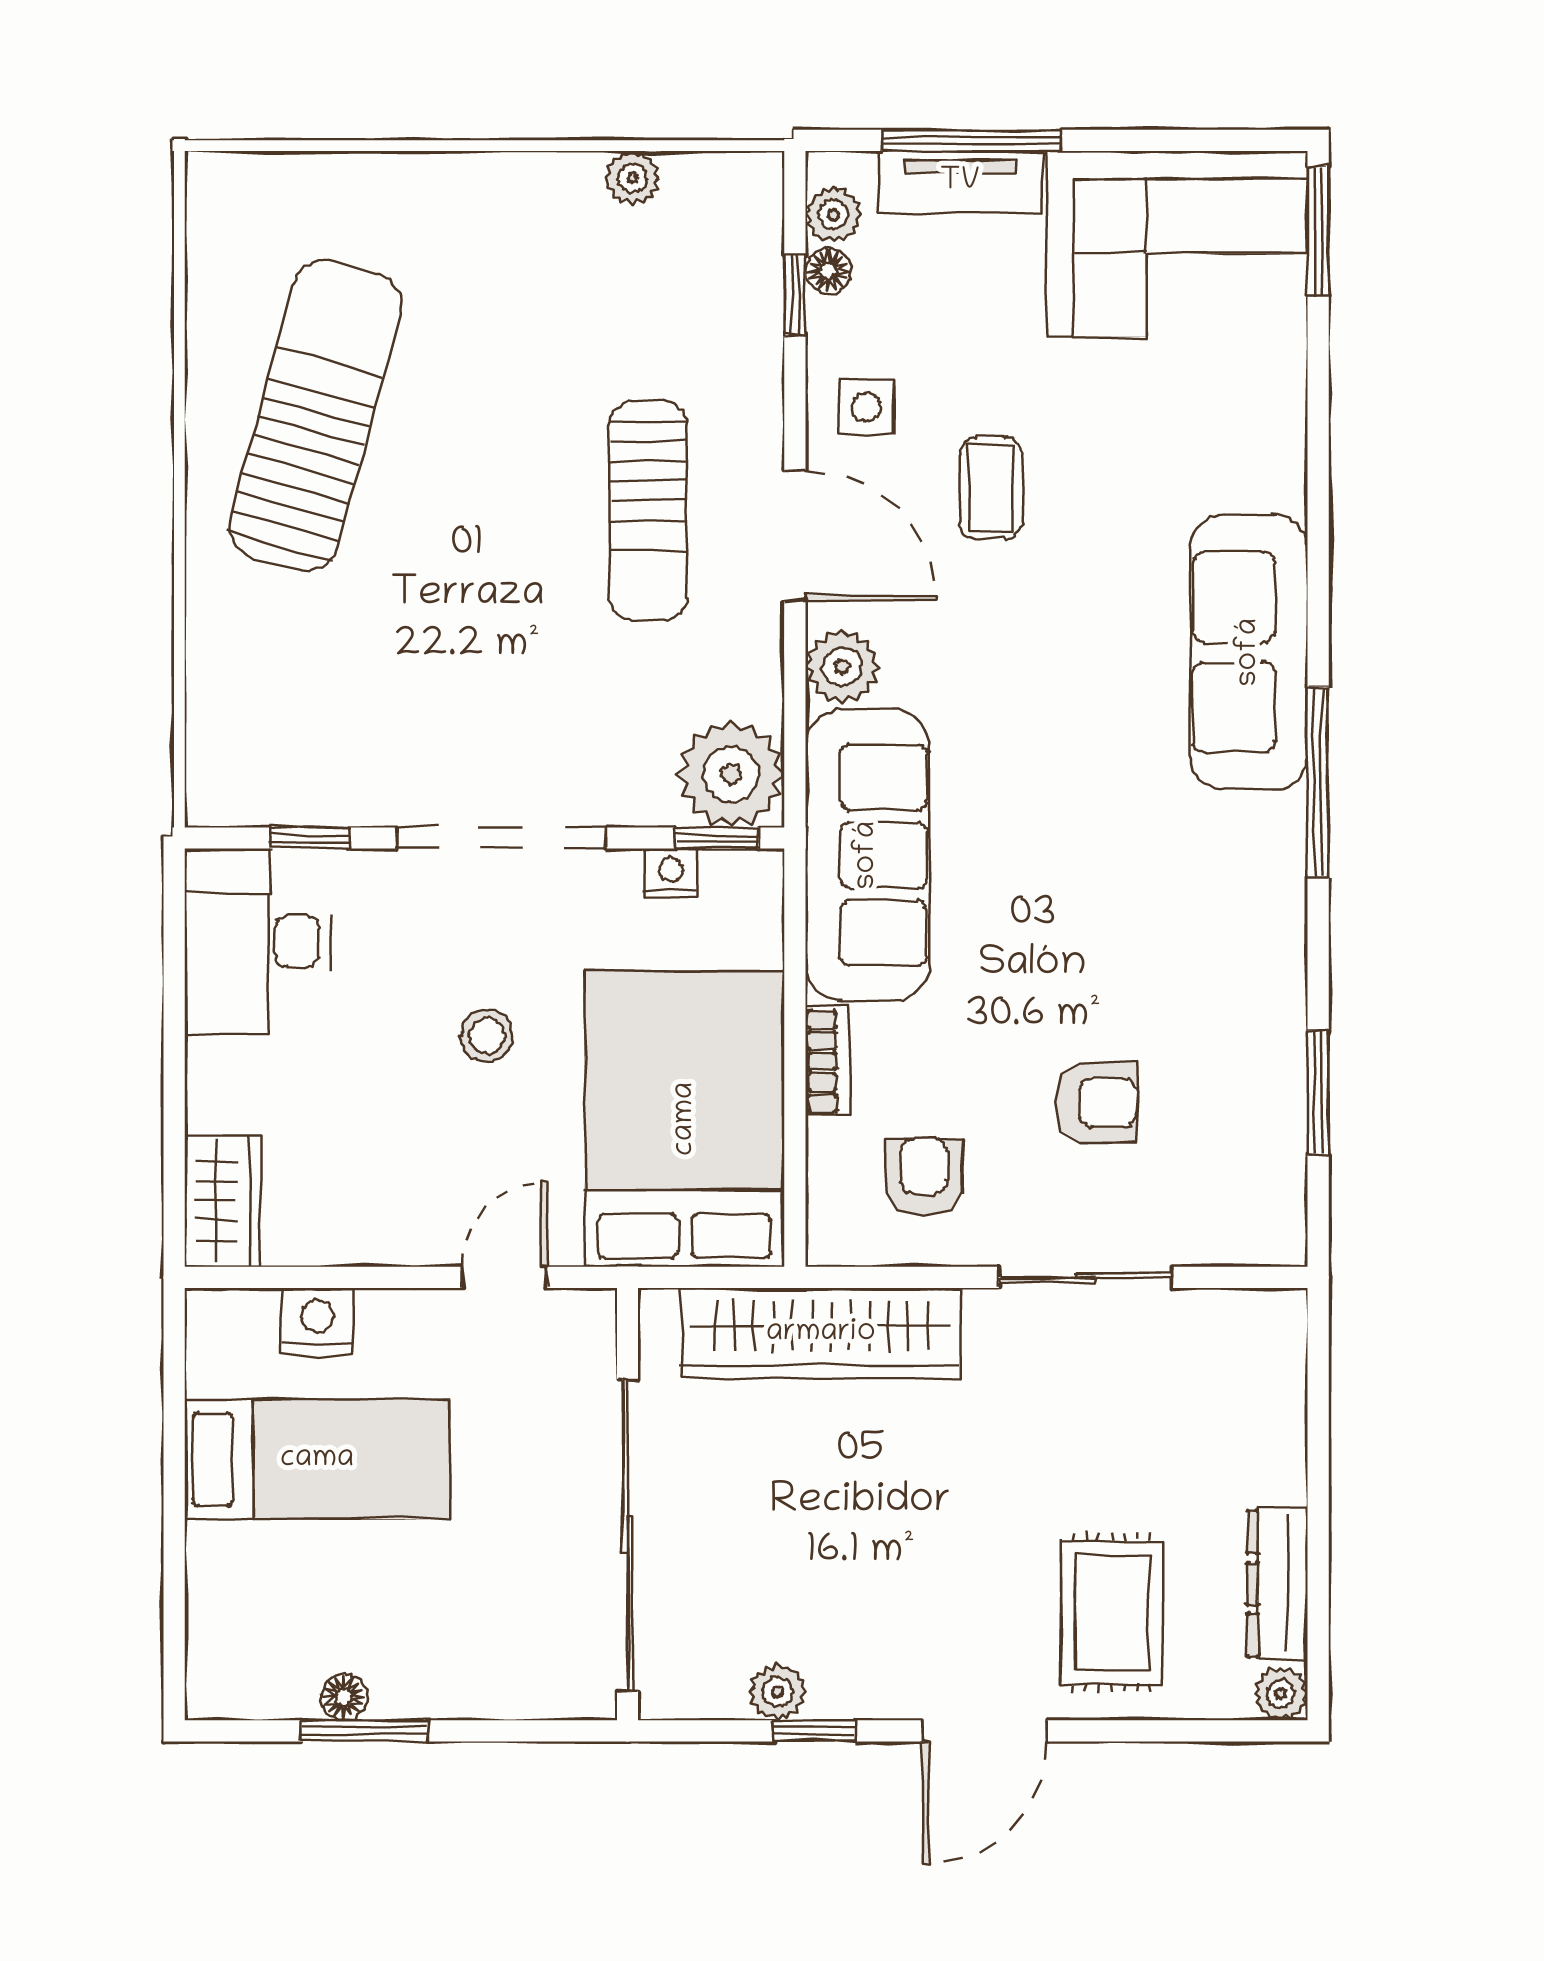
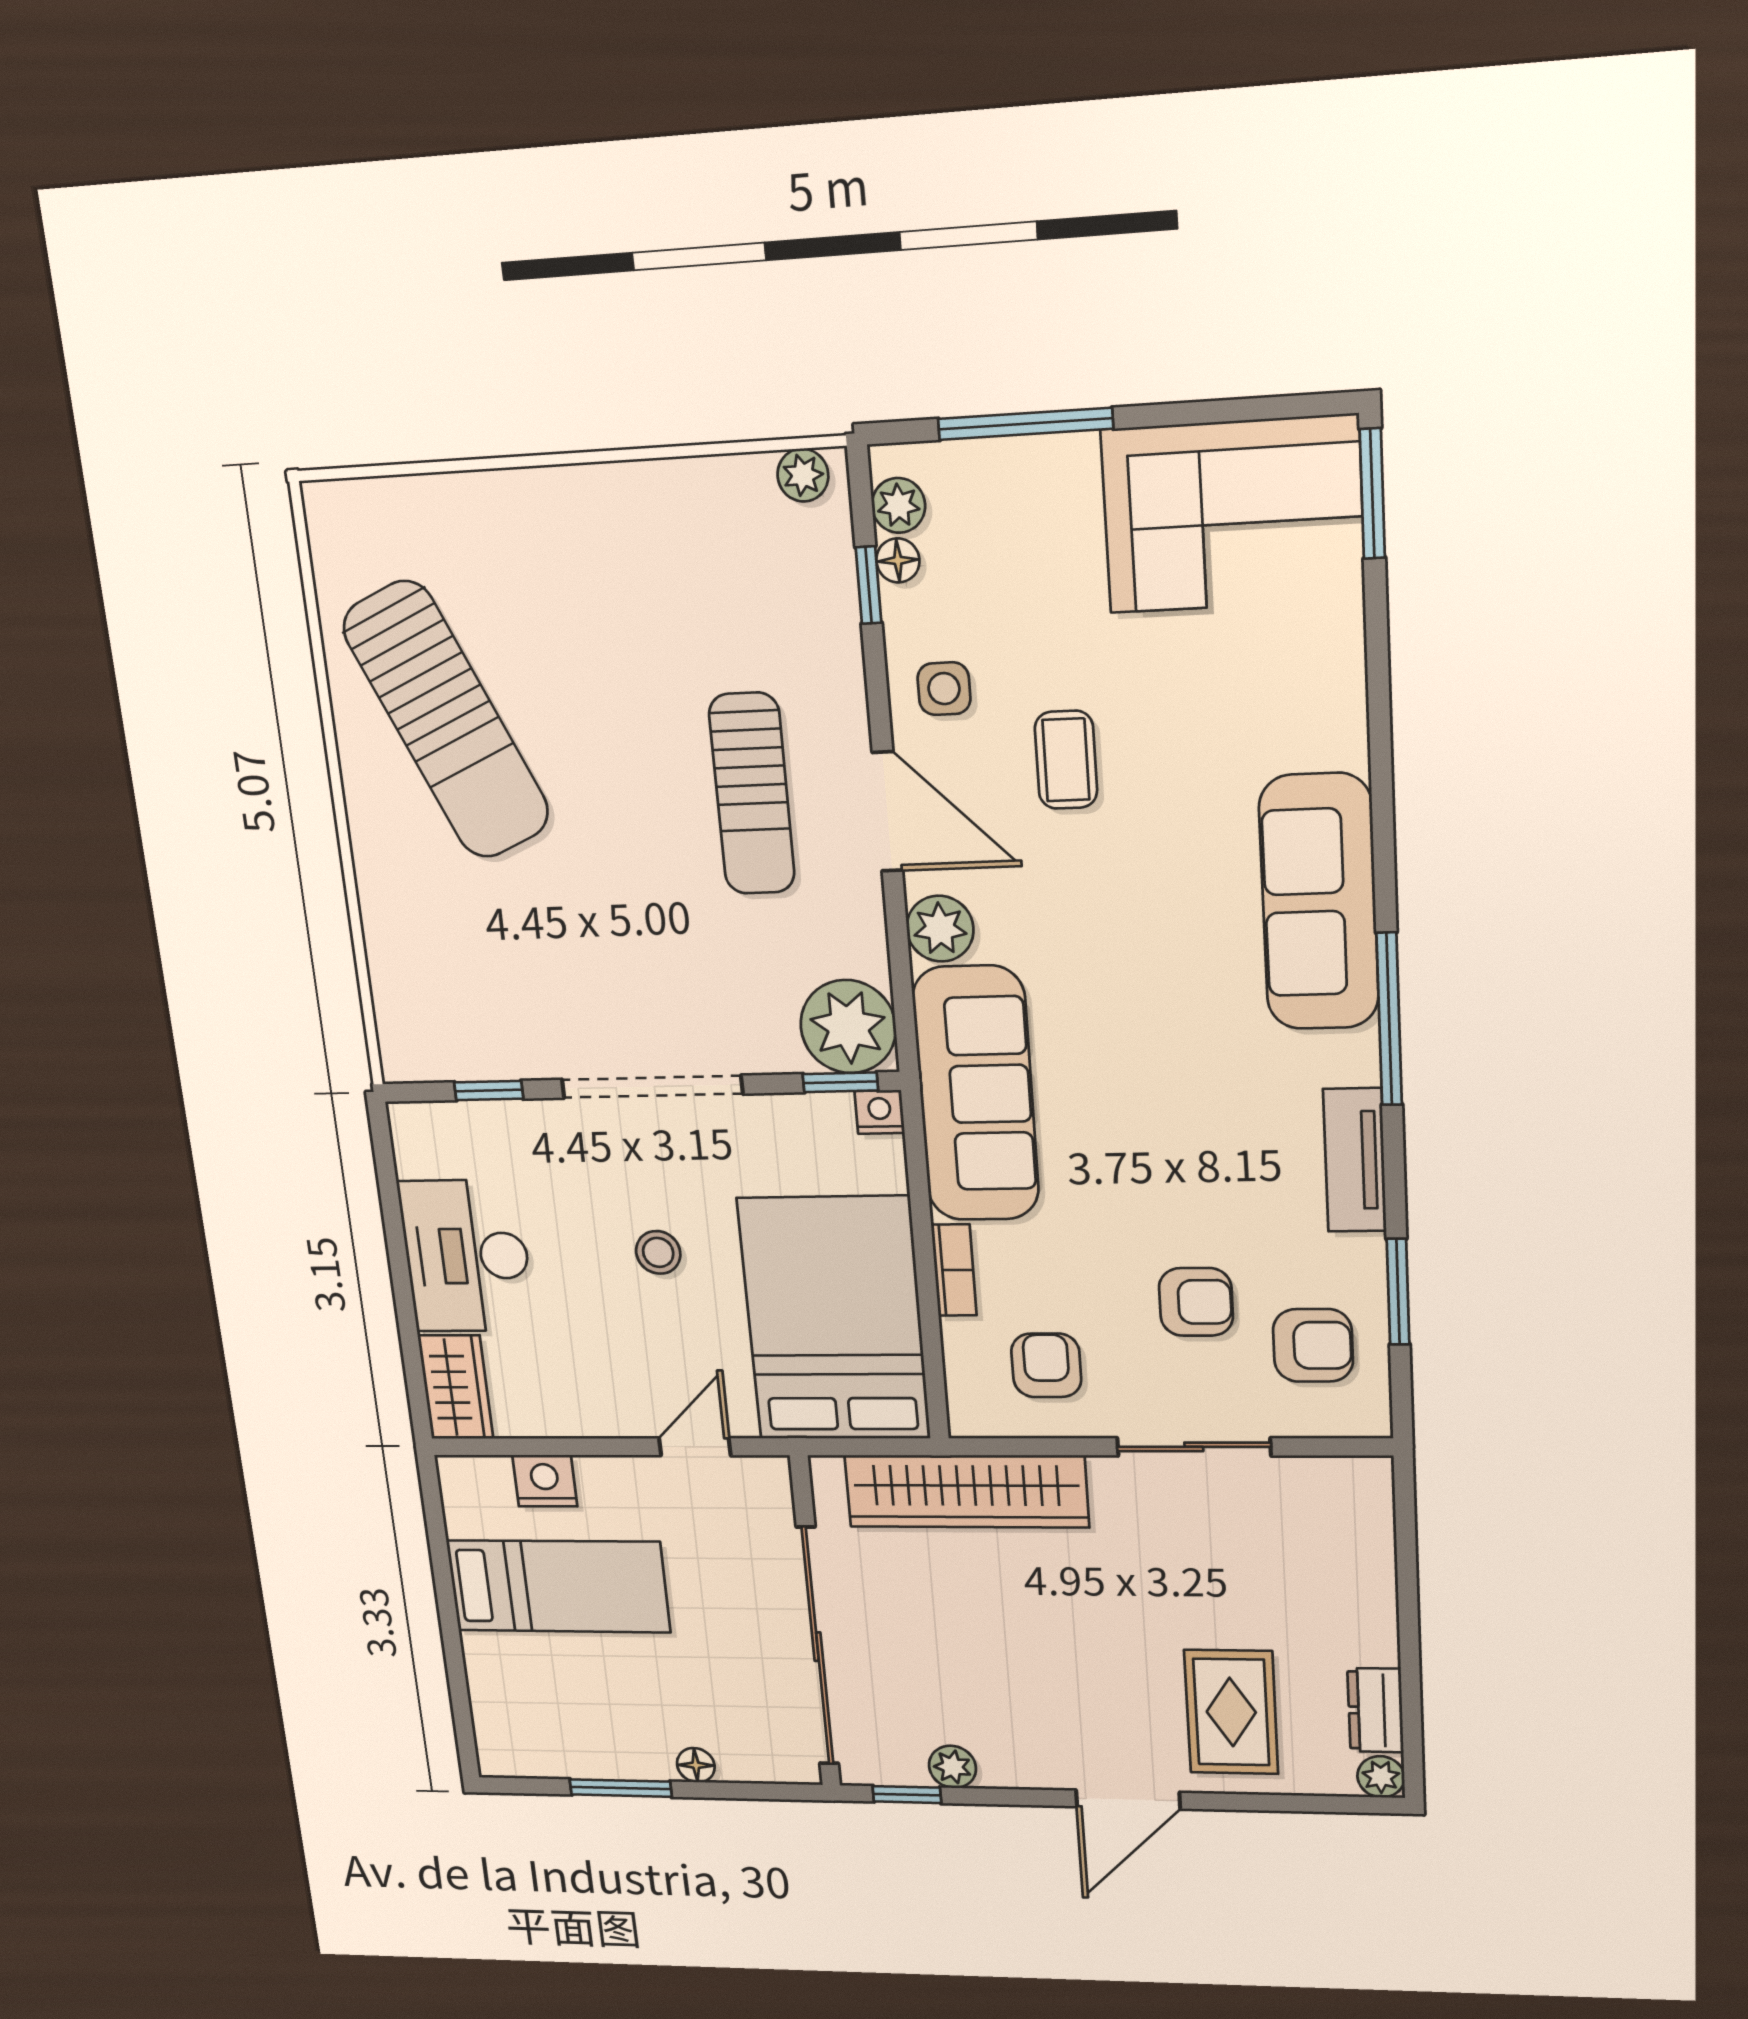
plant: (633, 178) -> (803, 475), moved
tv unit: (960, 182) -> (1355, 1160), moved, turned 90
sun lounger: (315, 415) -> (446, 720), turned 141
nightstand: (671, 873) -> (880, 1112), moved
desk: (258, 941) -> (467, 1256), moved
armchair: (1223, 1155) -> (1313, 1345), added
dresser: (1277, 1584) -> (1376, 1710), width x0.70
floor lamp: (344, 1697) -> (696, 1765), moved
window: (814, 1731) -> (907, 1795), moved

